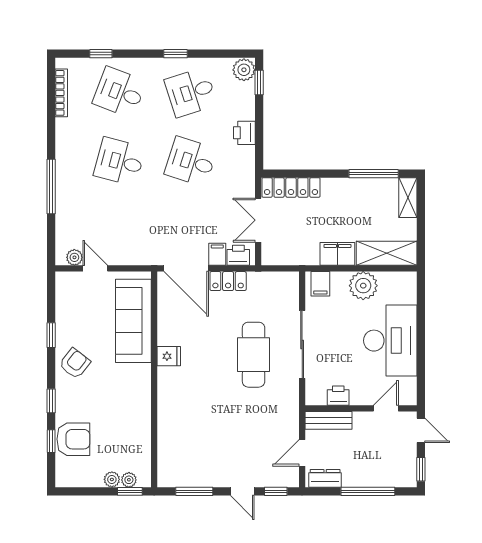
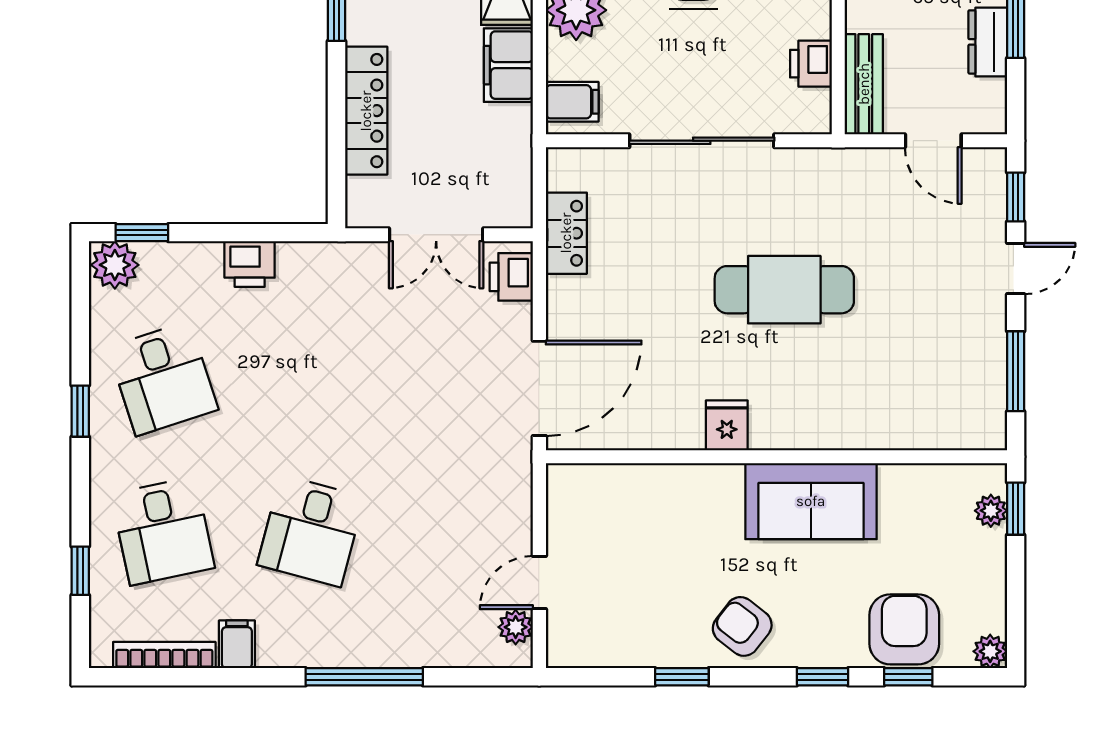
desk: (119, 92) -> (163, 531), turned -33
desk: (191, 162) -> (311, 378), removed
locker: (291, 187) -> (366, 111), moved
filing cabinet: (217, 254) -> (237, 644), moved, turned 90
locker: (228, 281) -> (566, 233), moved
sofa: (133, 321) -> (811, 501), moved, width x0.73
cafe table: (254, 355) -> (784, 290), moved
dresser: (325, 478) -> (988, 42), moved
plant: (112, 479) -> (990, 651), moved

